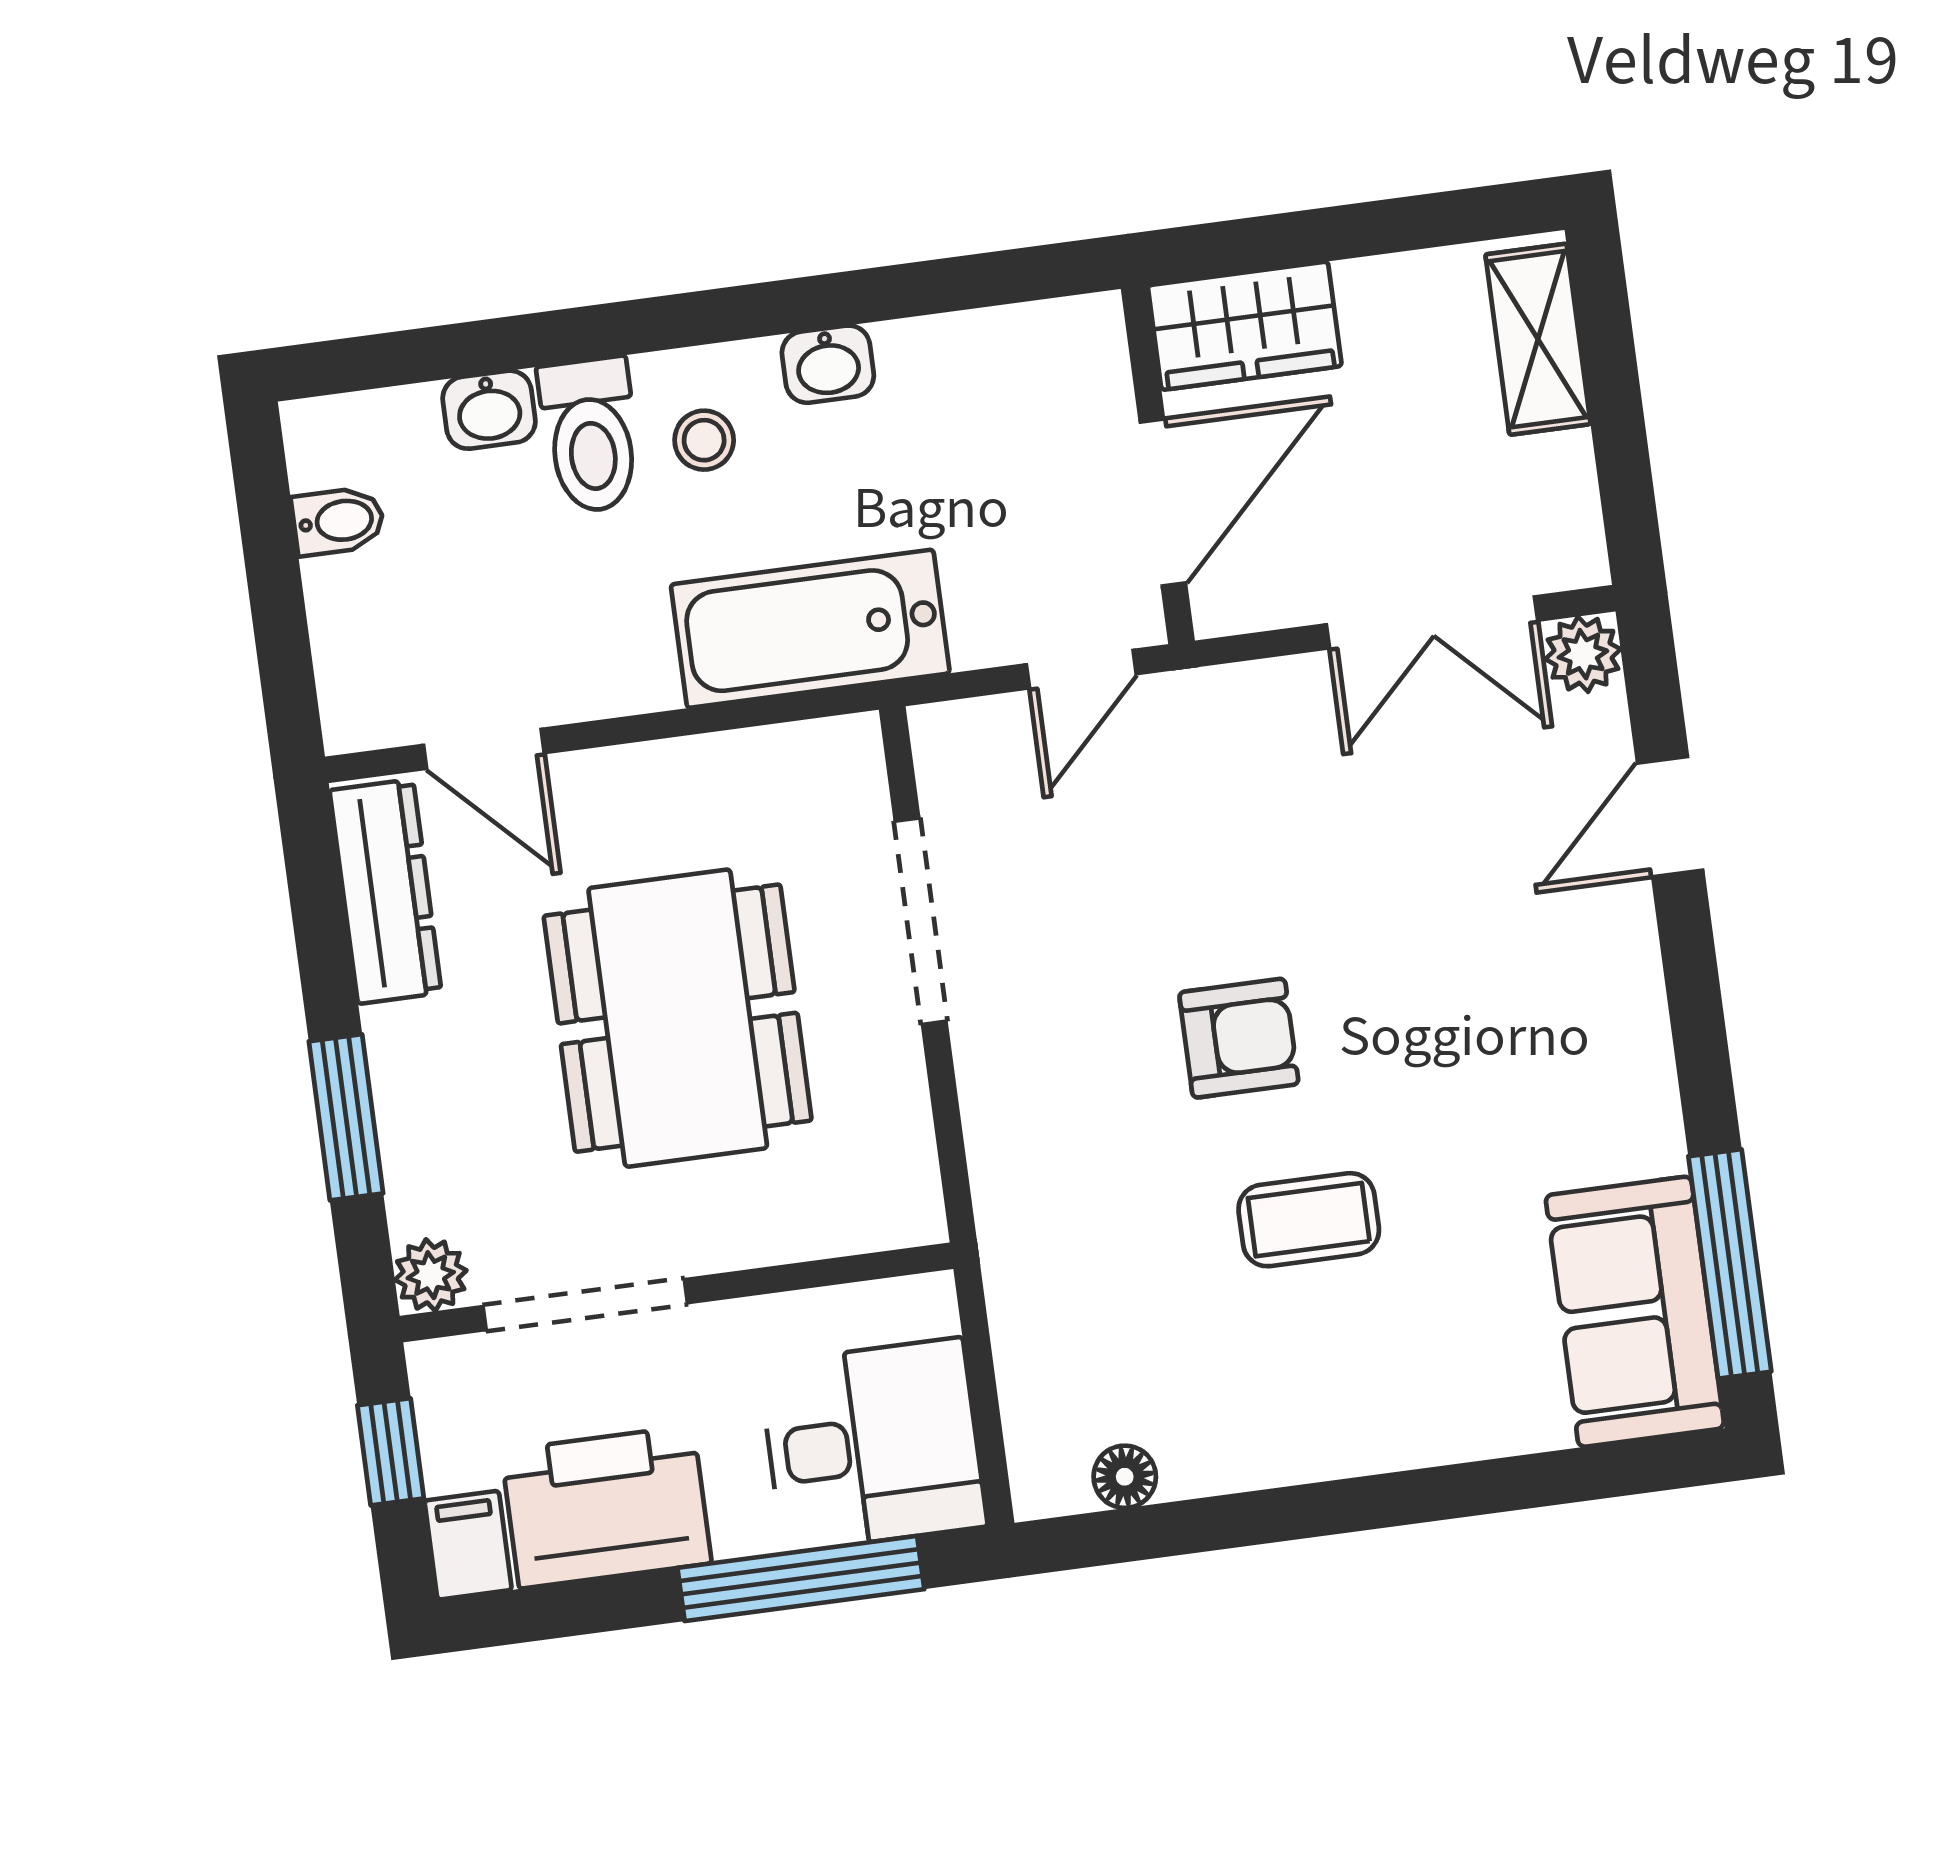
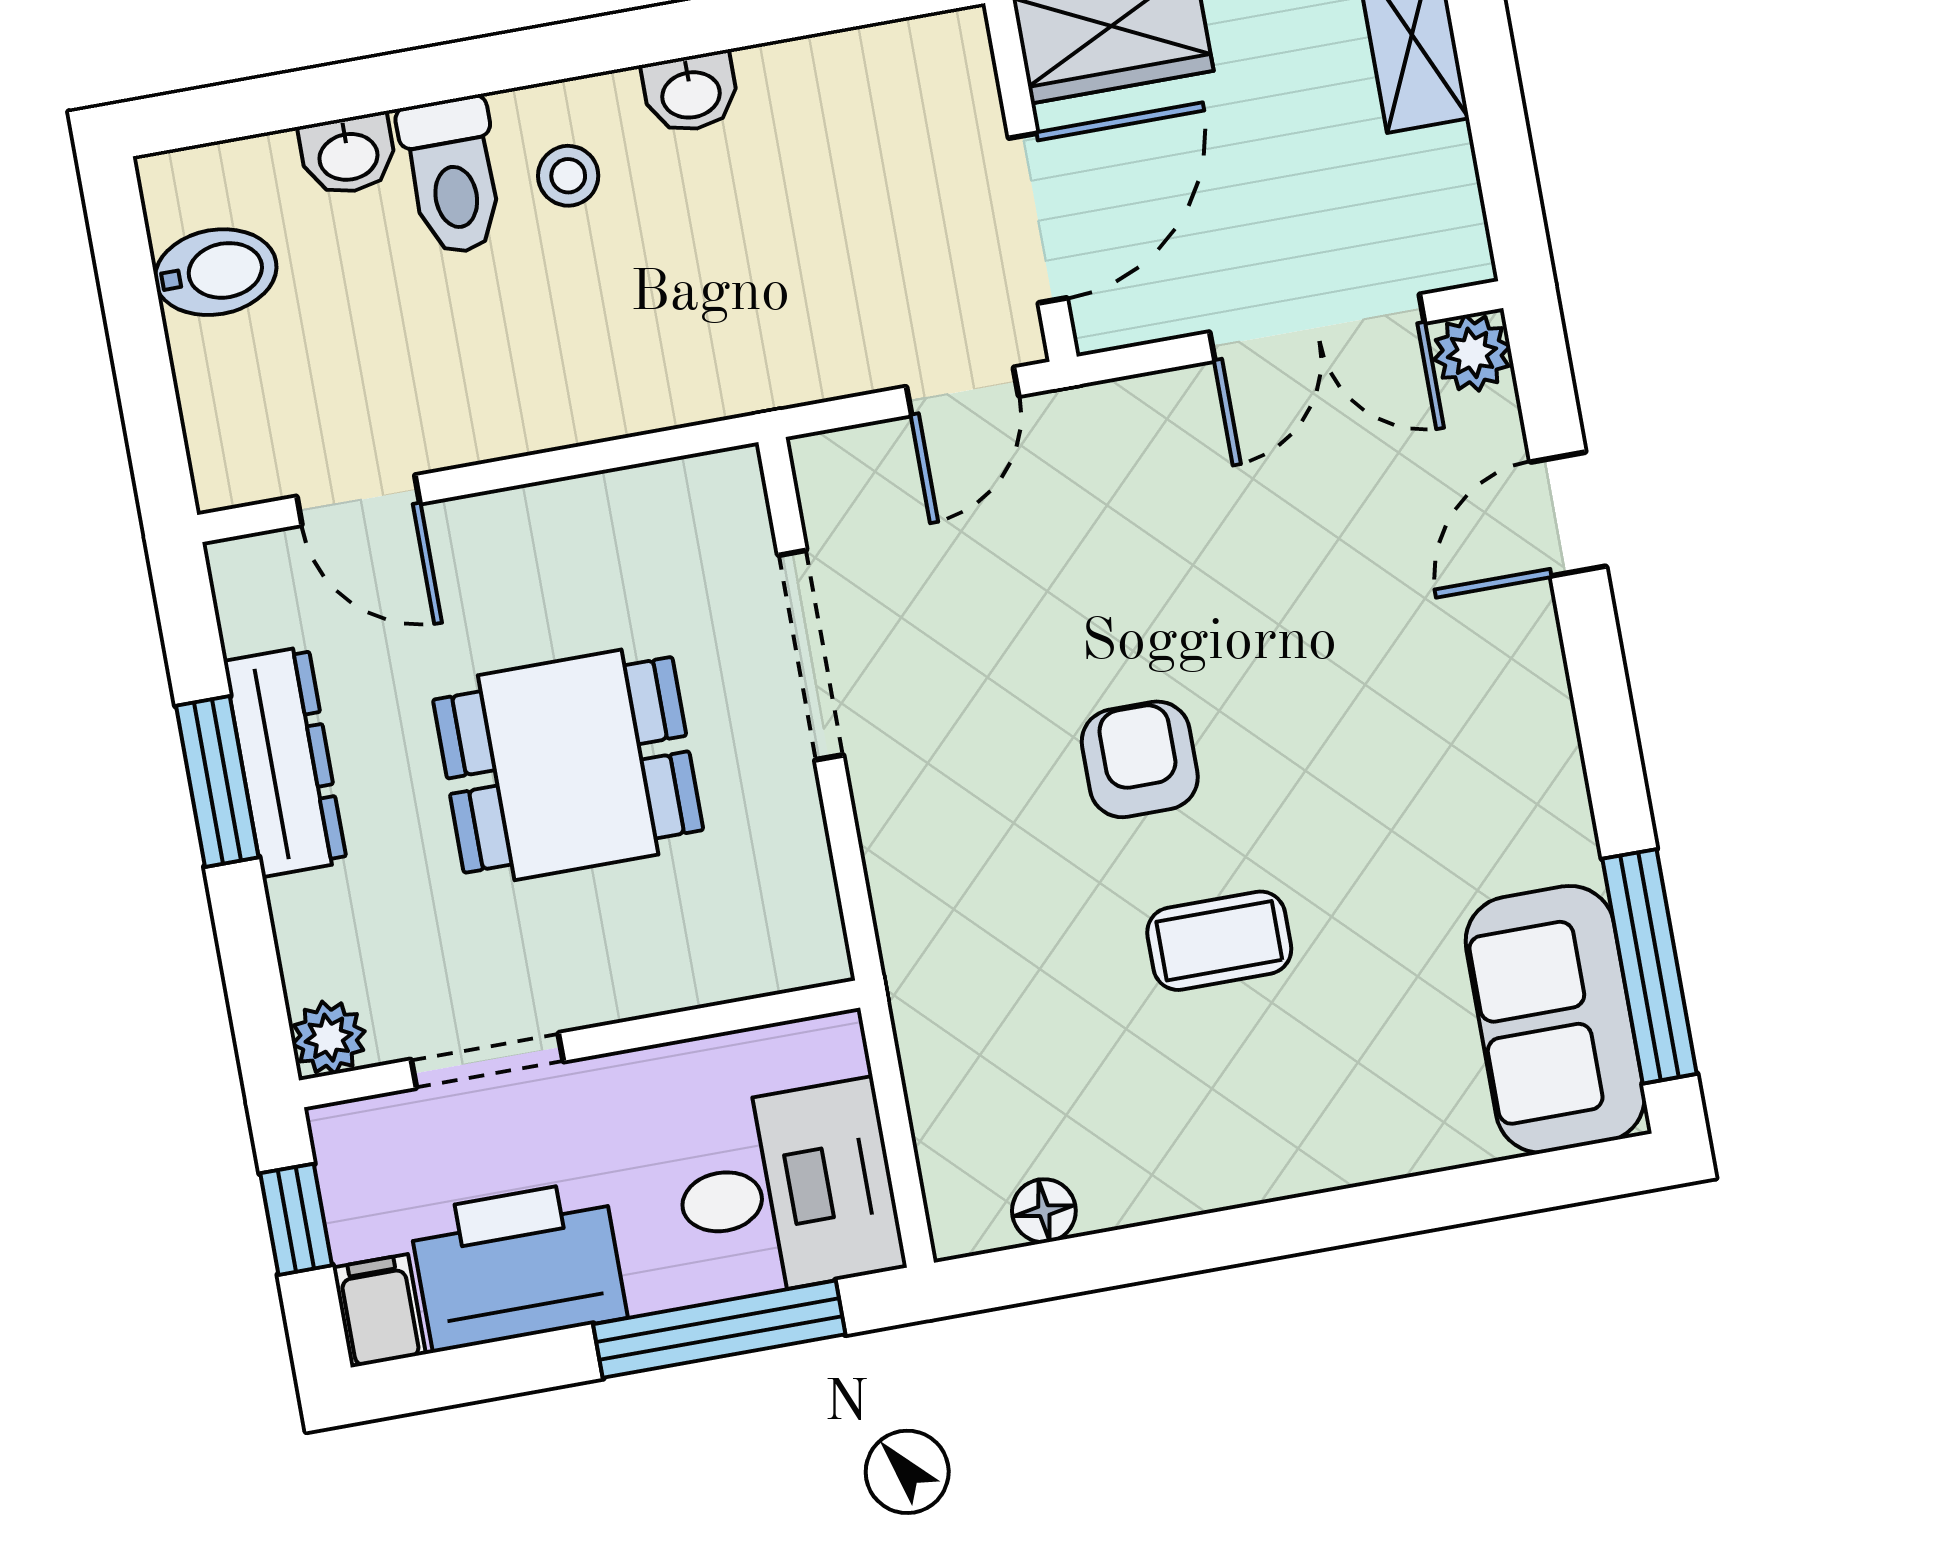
bidet: (338, 521) -> (216, 272), width x1.38, depth x1.36
bathtub: (810, 629) -> (685, 363), removed
dresser: (386, 891) -> (285, 762), moved
dining table: (678, 1018) -> (568, 765), width x0.73
armchair: (1239, 1038) -> (1140, 759), turned -90
window: (346, 1117) -> (217, 781), moved
doorway: (585, 1305) -> (487, 1061), width x0.73

